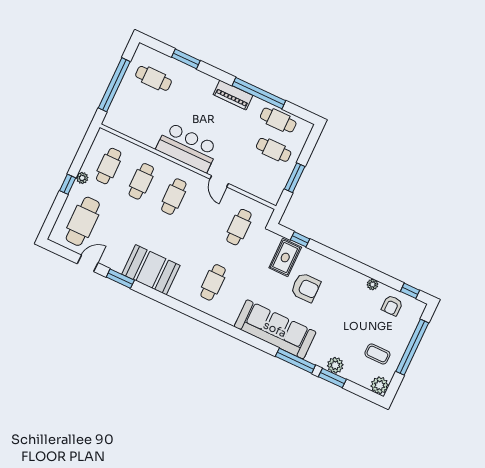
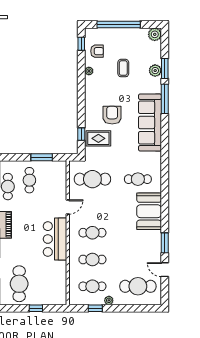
cafe table: (154, 78) -> (19, 284), width x1.37, depth x1.35
window: (114, 85) -> (36, 308), width x0.32
window: (68, 184) -> (95, 308), moved
cafe table: (239, 227) -> (92, 179), width x1.37, depth x1.35
booth: (151, 270) -> (149, 211), moved
coffee table: (377, 354) -> (123, 68), moved

